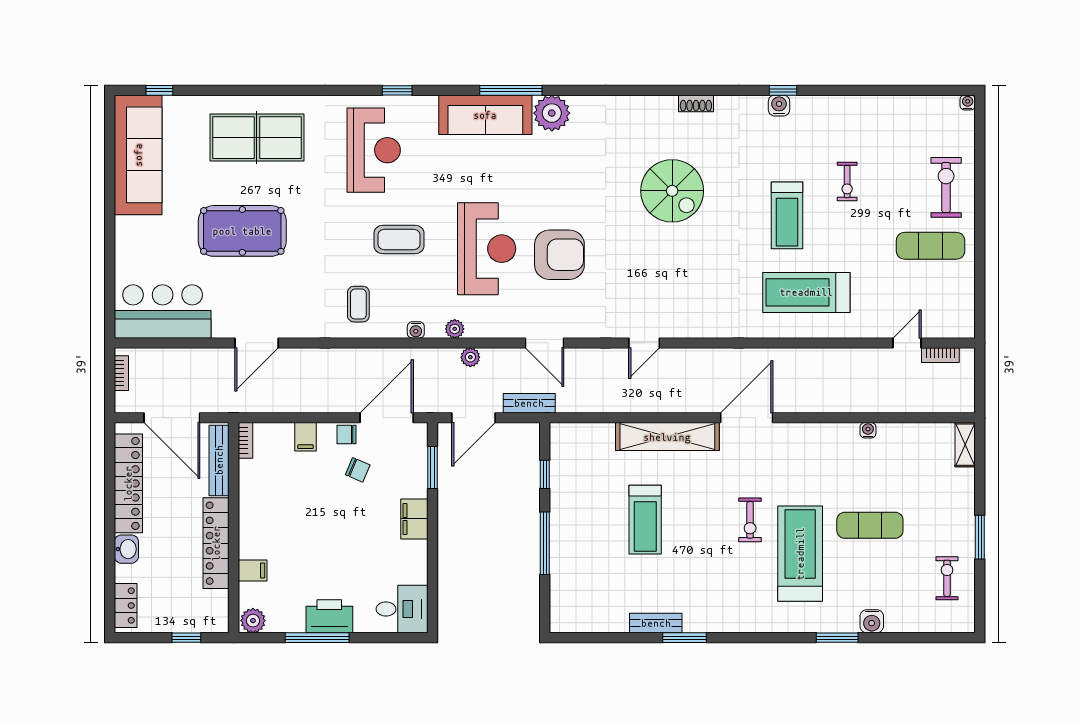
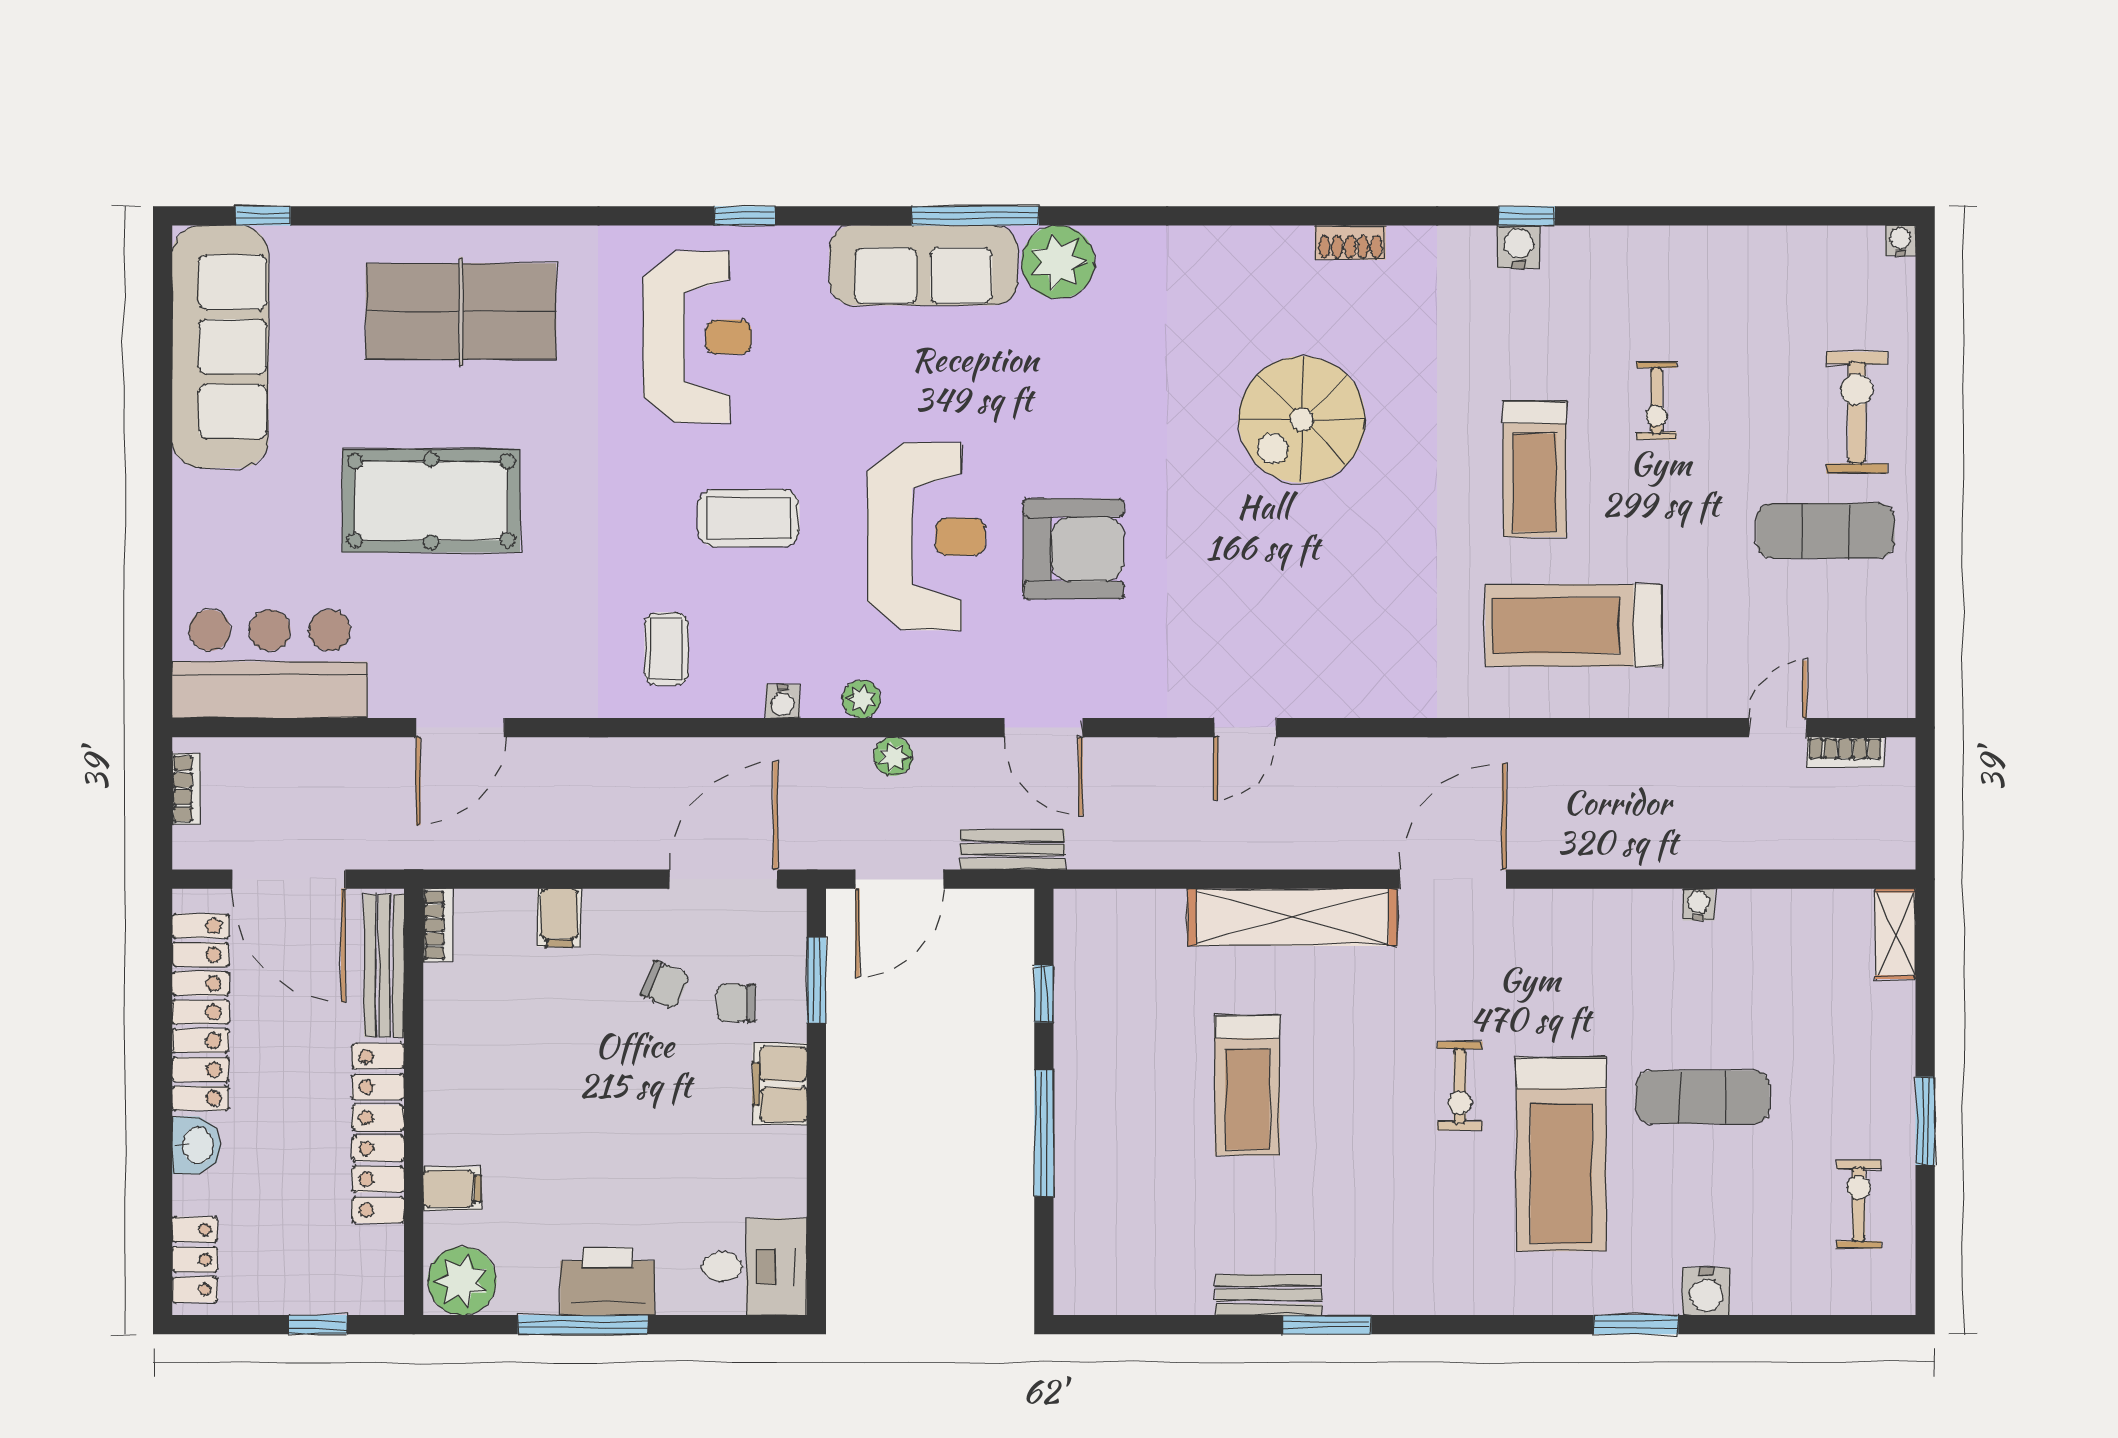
spiral stairs: (672, 191) -> (1302, 419), turned 90
chair: (346, 435) -> (736, 1003), moved
treadmill: (800, 554) -> (1561, 1154), turned 180
plant: (253, 621) -> (462, 1281), width x1.36, depth x1.36

